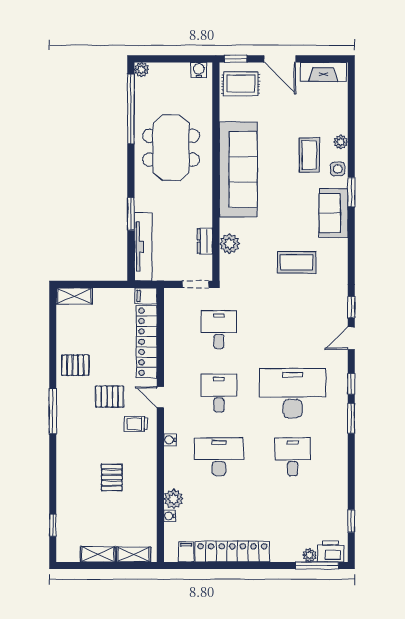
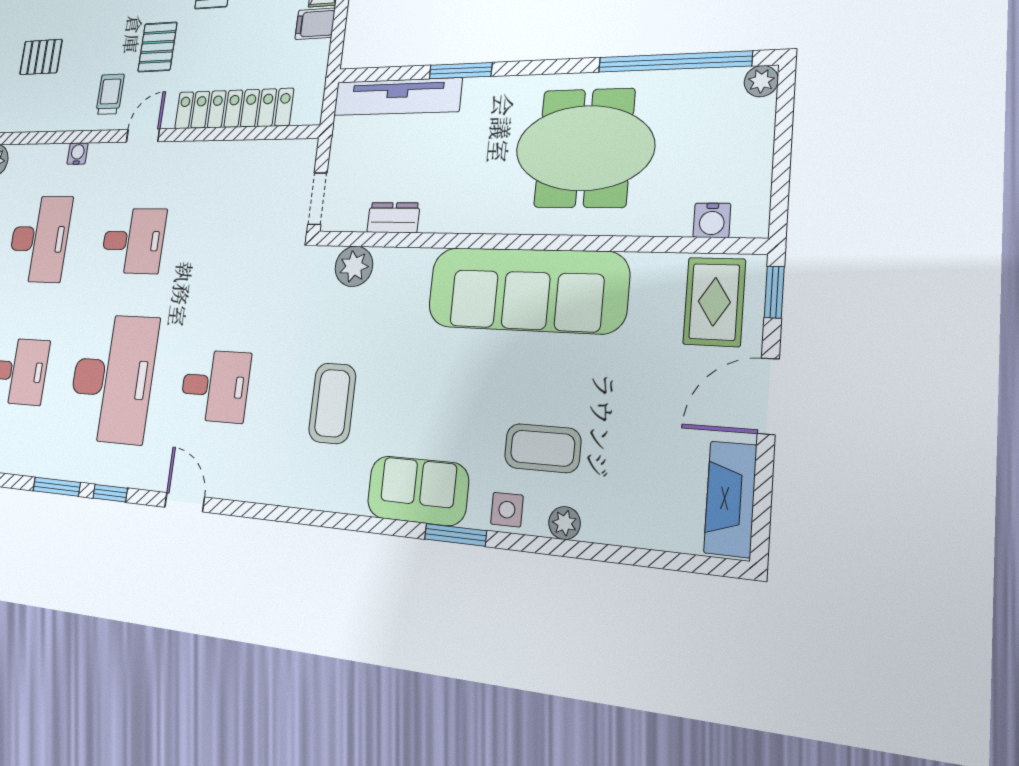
water cooler: (199, 70) -> (712, 220), moved, turned 90
plant: (229, 244) -> (354, 266), moved
filing cabinet: (146, 296) -> (315, 24), moved, turned -90
window: (351, 307) -> (237, 509), removed
desk: (219, 330) -> (215, 386), moved

